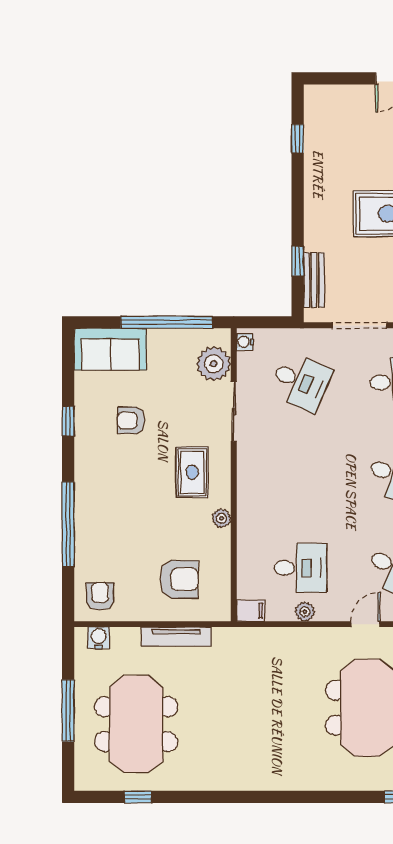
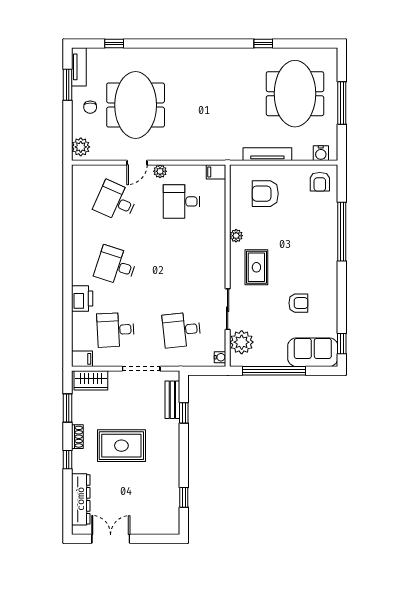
desk: (301, 382) -> (182, 330), turned -30
window: (68, 421) -> (342, 344), moved
plant: (305, 612) -> (160, 171), moved
window: (138, 797) -> (263, 44), moved

